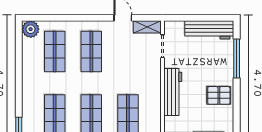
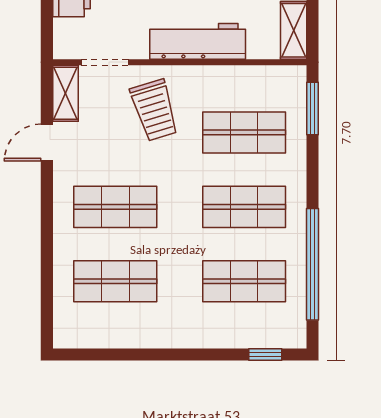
plant: (31, 29) -> (70, 330), removed
trolley: (139, 71) -> (154, 110), added

